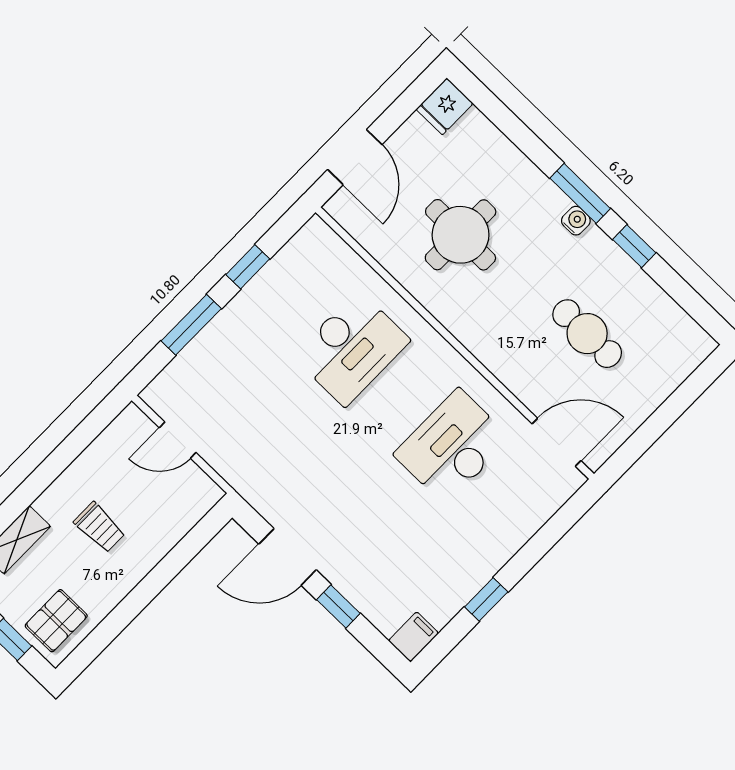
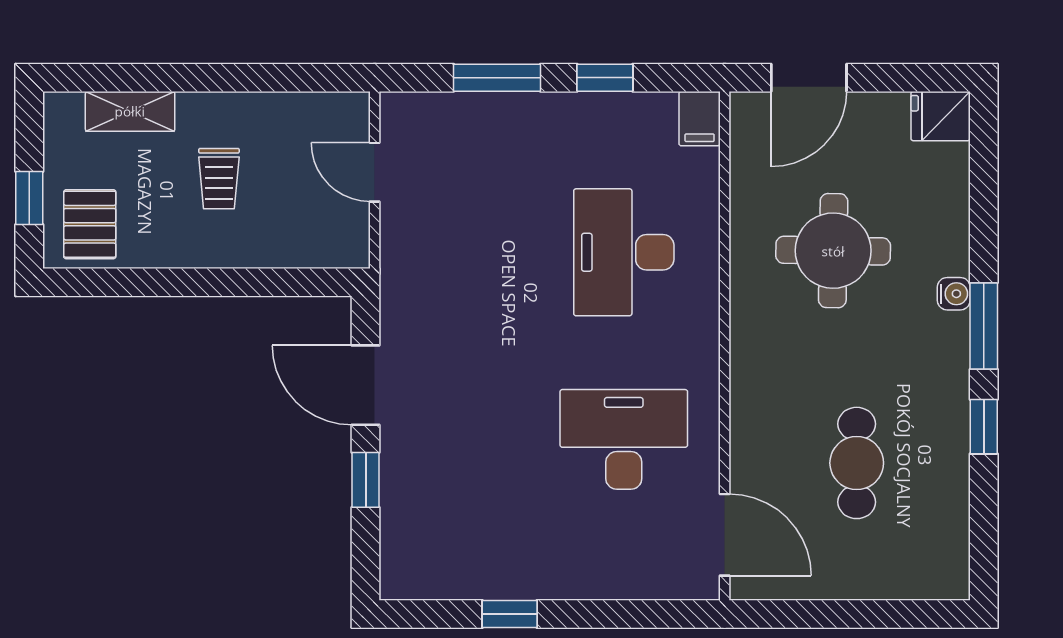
water cooler: (576, 221) -> (954, 294), moved
desk: (352, 348) -> (624, 252), turned 90
pallet: (56, 621) -> (90, 224), turned 90
filing cabinet: (413, 637) -> (700, 119), moved, turned 90

